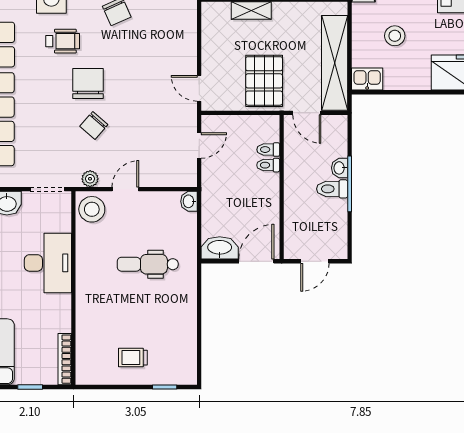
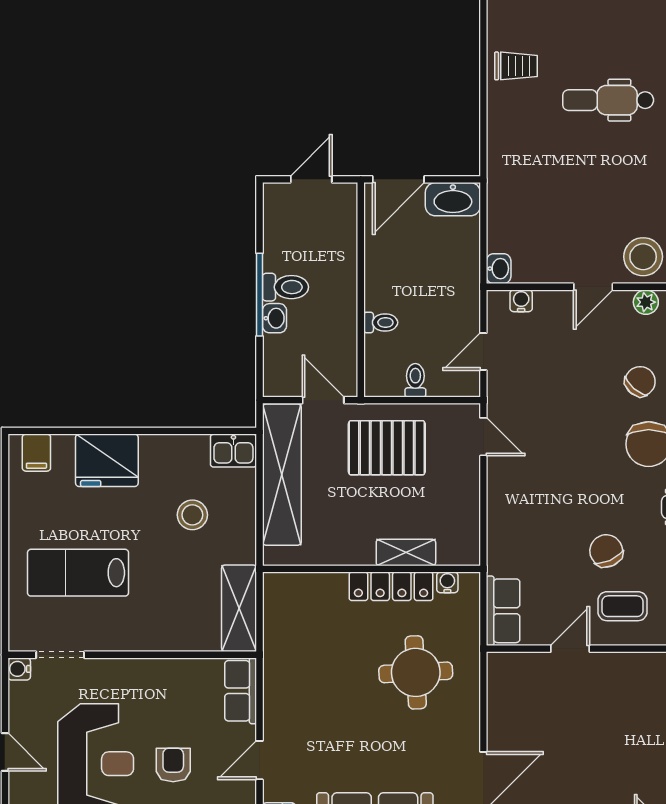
pallet: (264, 81) -> (387, 448), turned 90
toilet: (268, 150) -> (415, 380), moved, turned -90
water cooler: (174, 180) -> (521, 301), added
dental chair: (148, 264) -> (608, 100), moved, turned 180
trolley: (133, 358) -> (516, 66), moved

